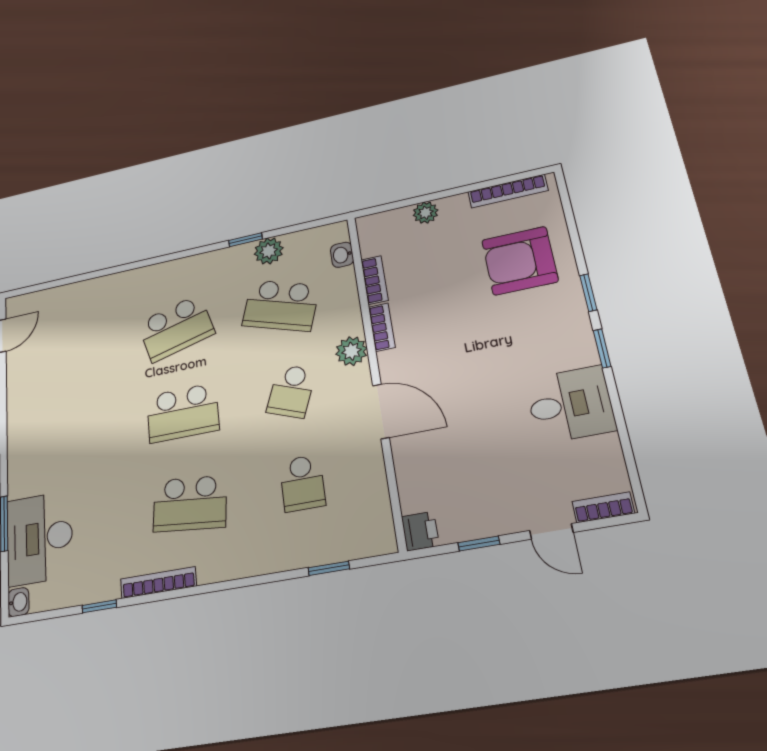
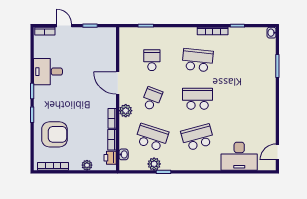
printer: (420, 531) -> (110, 158), moved
desk: (40, 538) -> (239, 156), moved, turned 90

